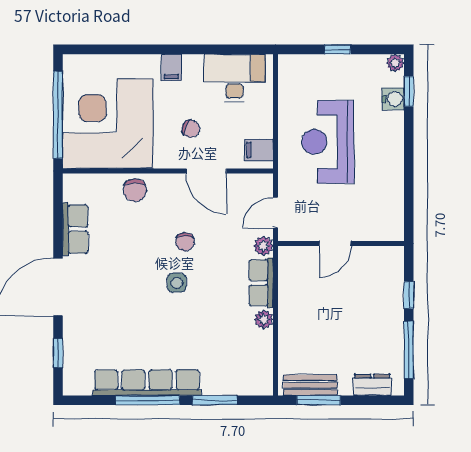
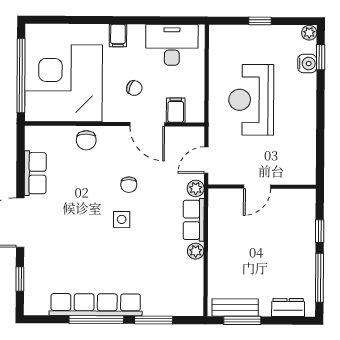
filing cabinet: (259, 150) -> (176, 110), moved, turned 90

